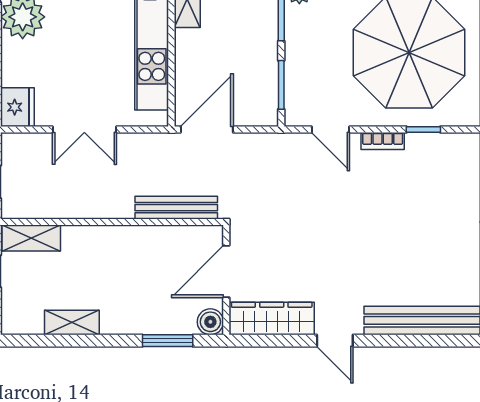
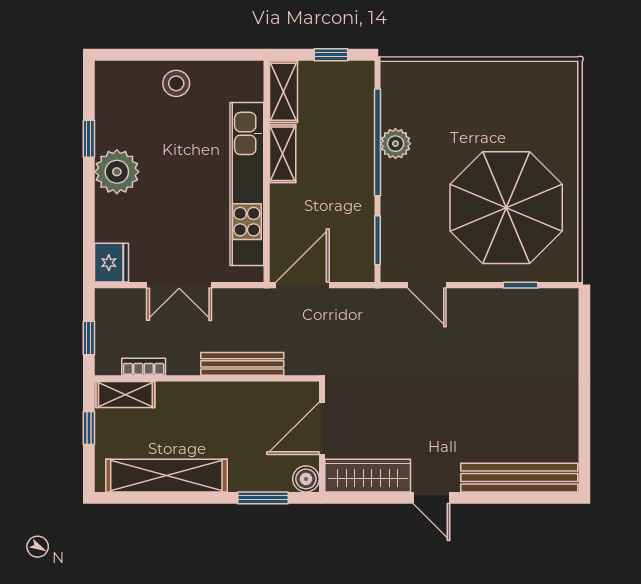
bookcase: (383, 141) -> (144, 367), moved, turned 180
bench: (176, 208) -> (242, 364), moved
shelving: (72, 323) -> (166, 476), width x2.20, depth x1.33

